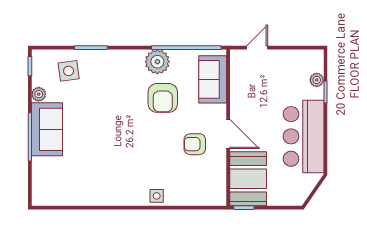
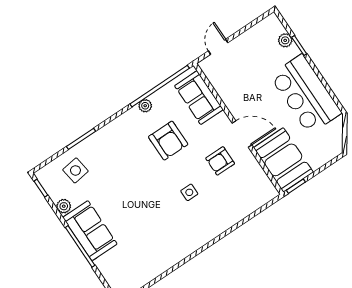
plant: (157, 62) -> (145, 106), width x0.53, depth x0.53
side table: (157, 196) -> (189, 192), moved

